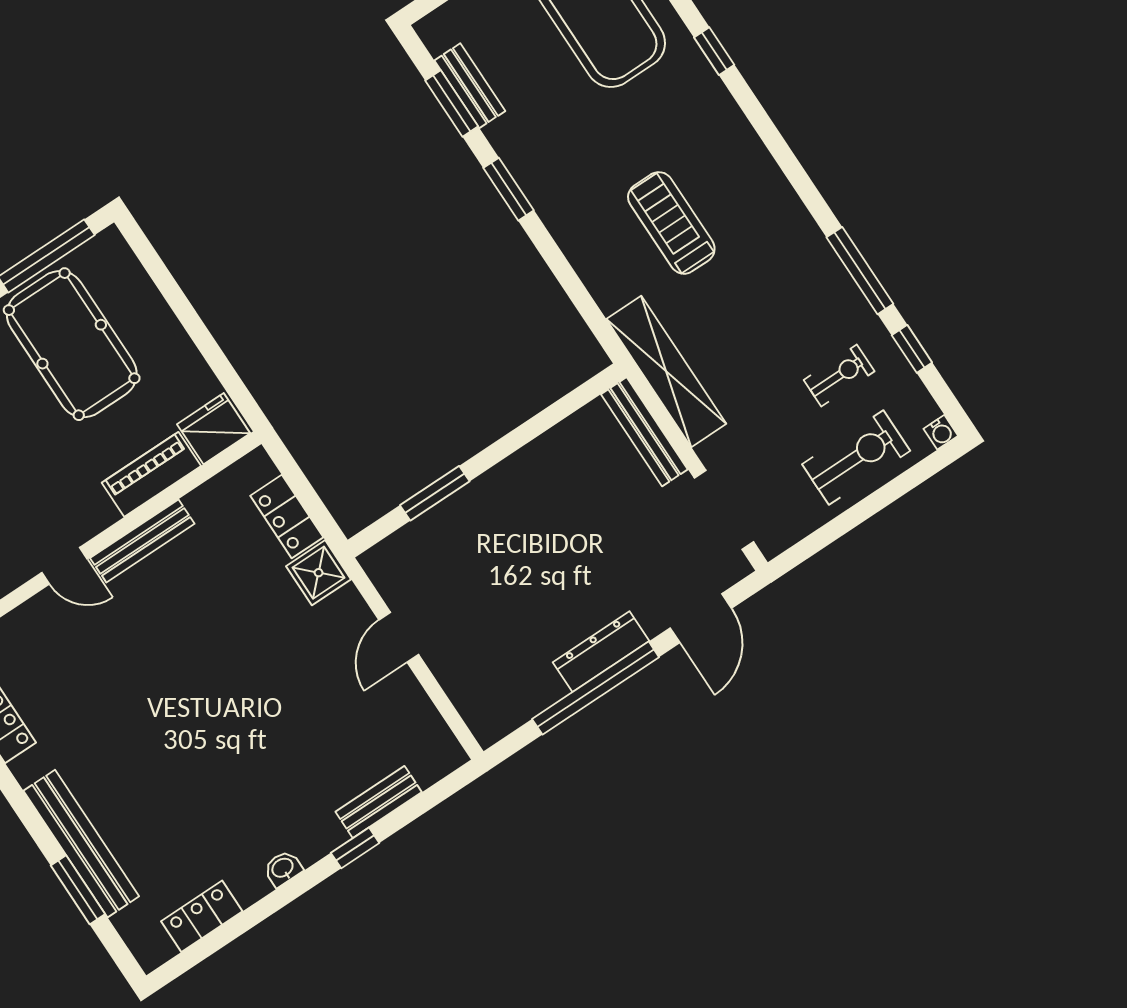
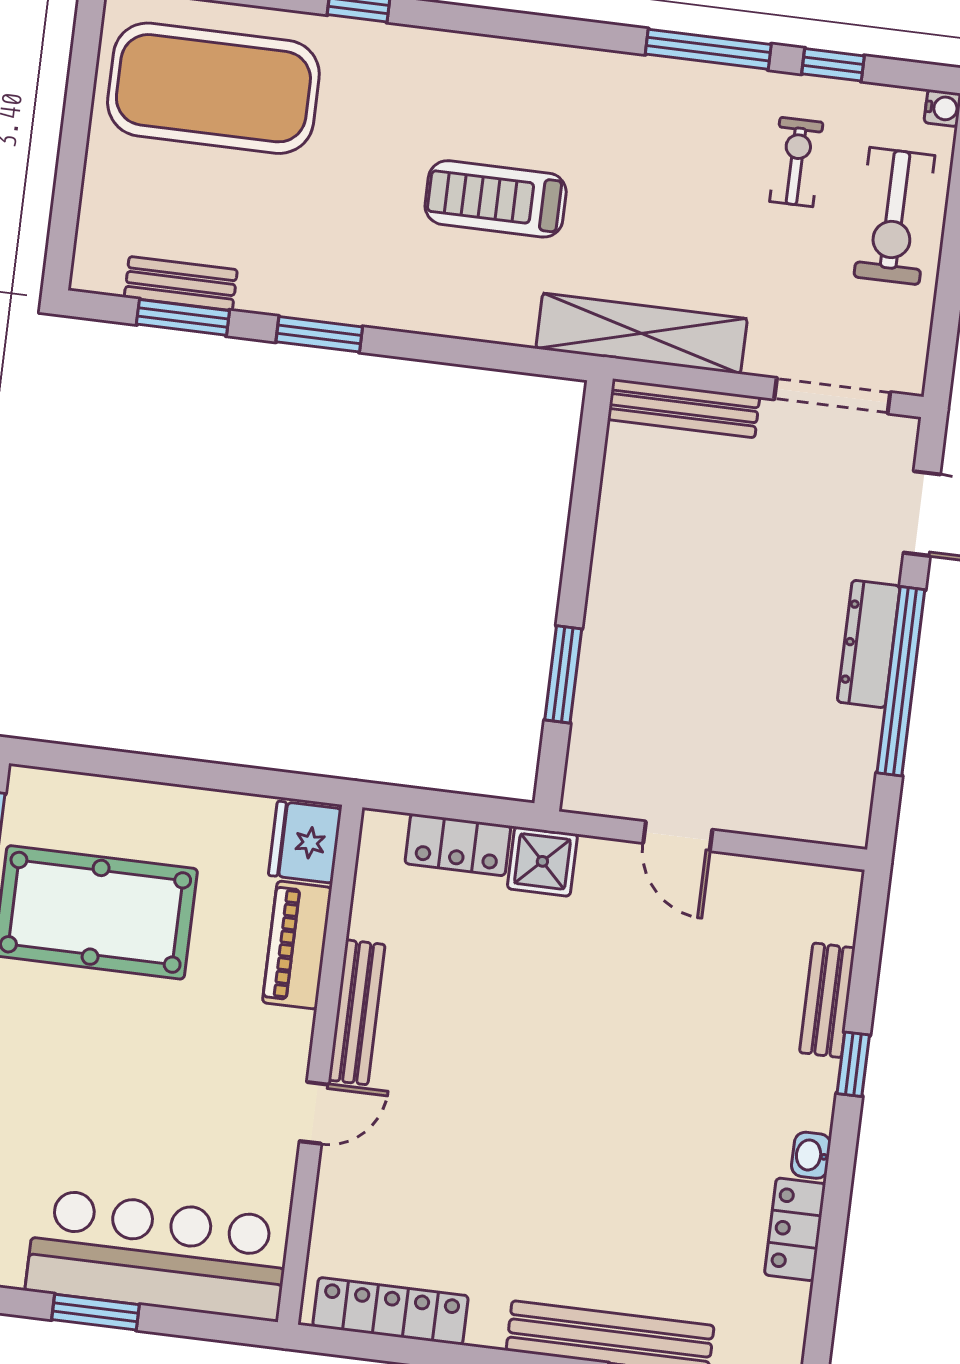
exercise bike: (856, 458) -> (894, 216), turned 180
locker: (202, 916) -> (795, 1229), moved

